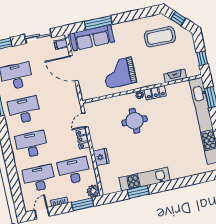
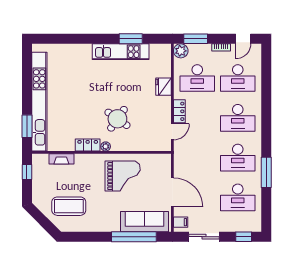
window: (178, 19) -> (44, 222), removed
window: (98, 23) -> (134, 237), width x1.46
round table: (135, 121) -> (117, 119), turned 35

